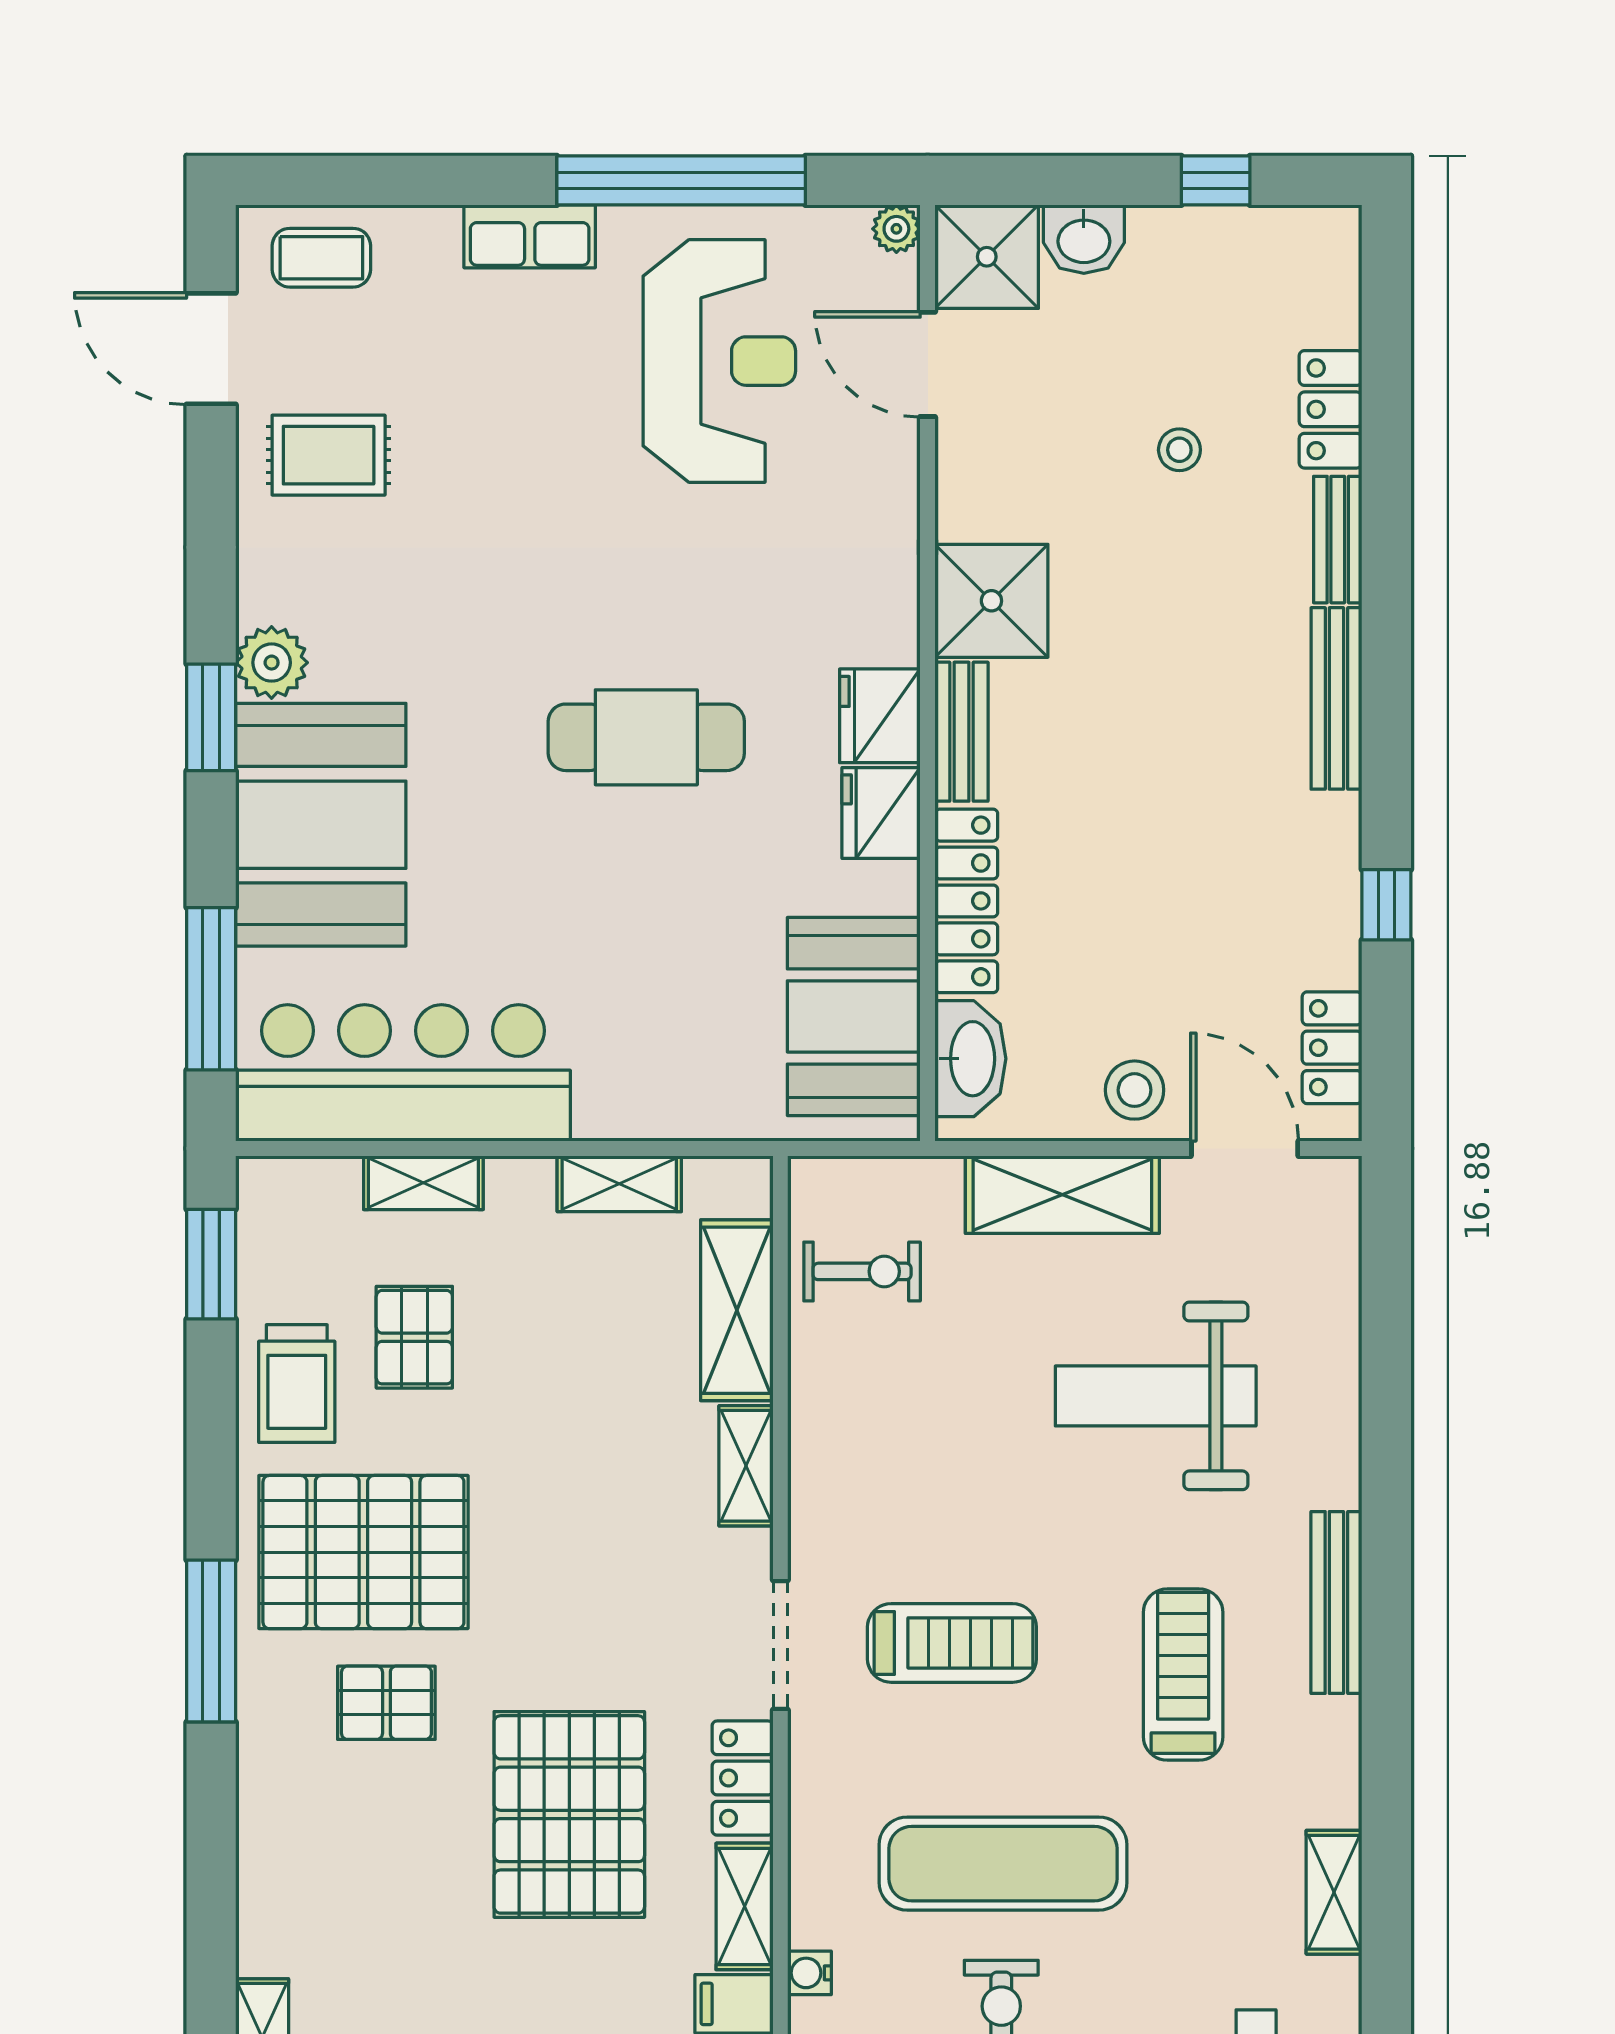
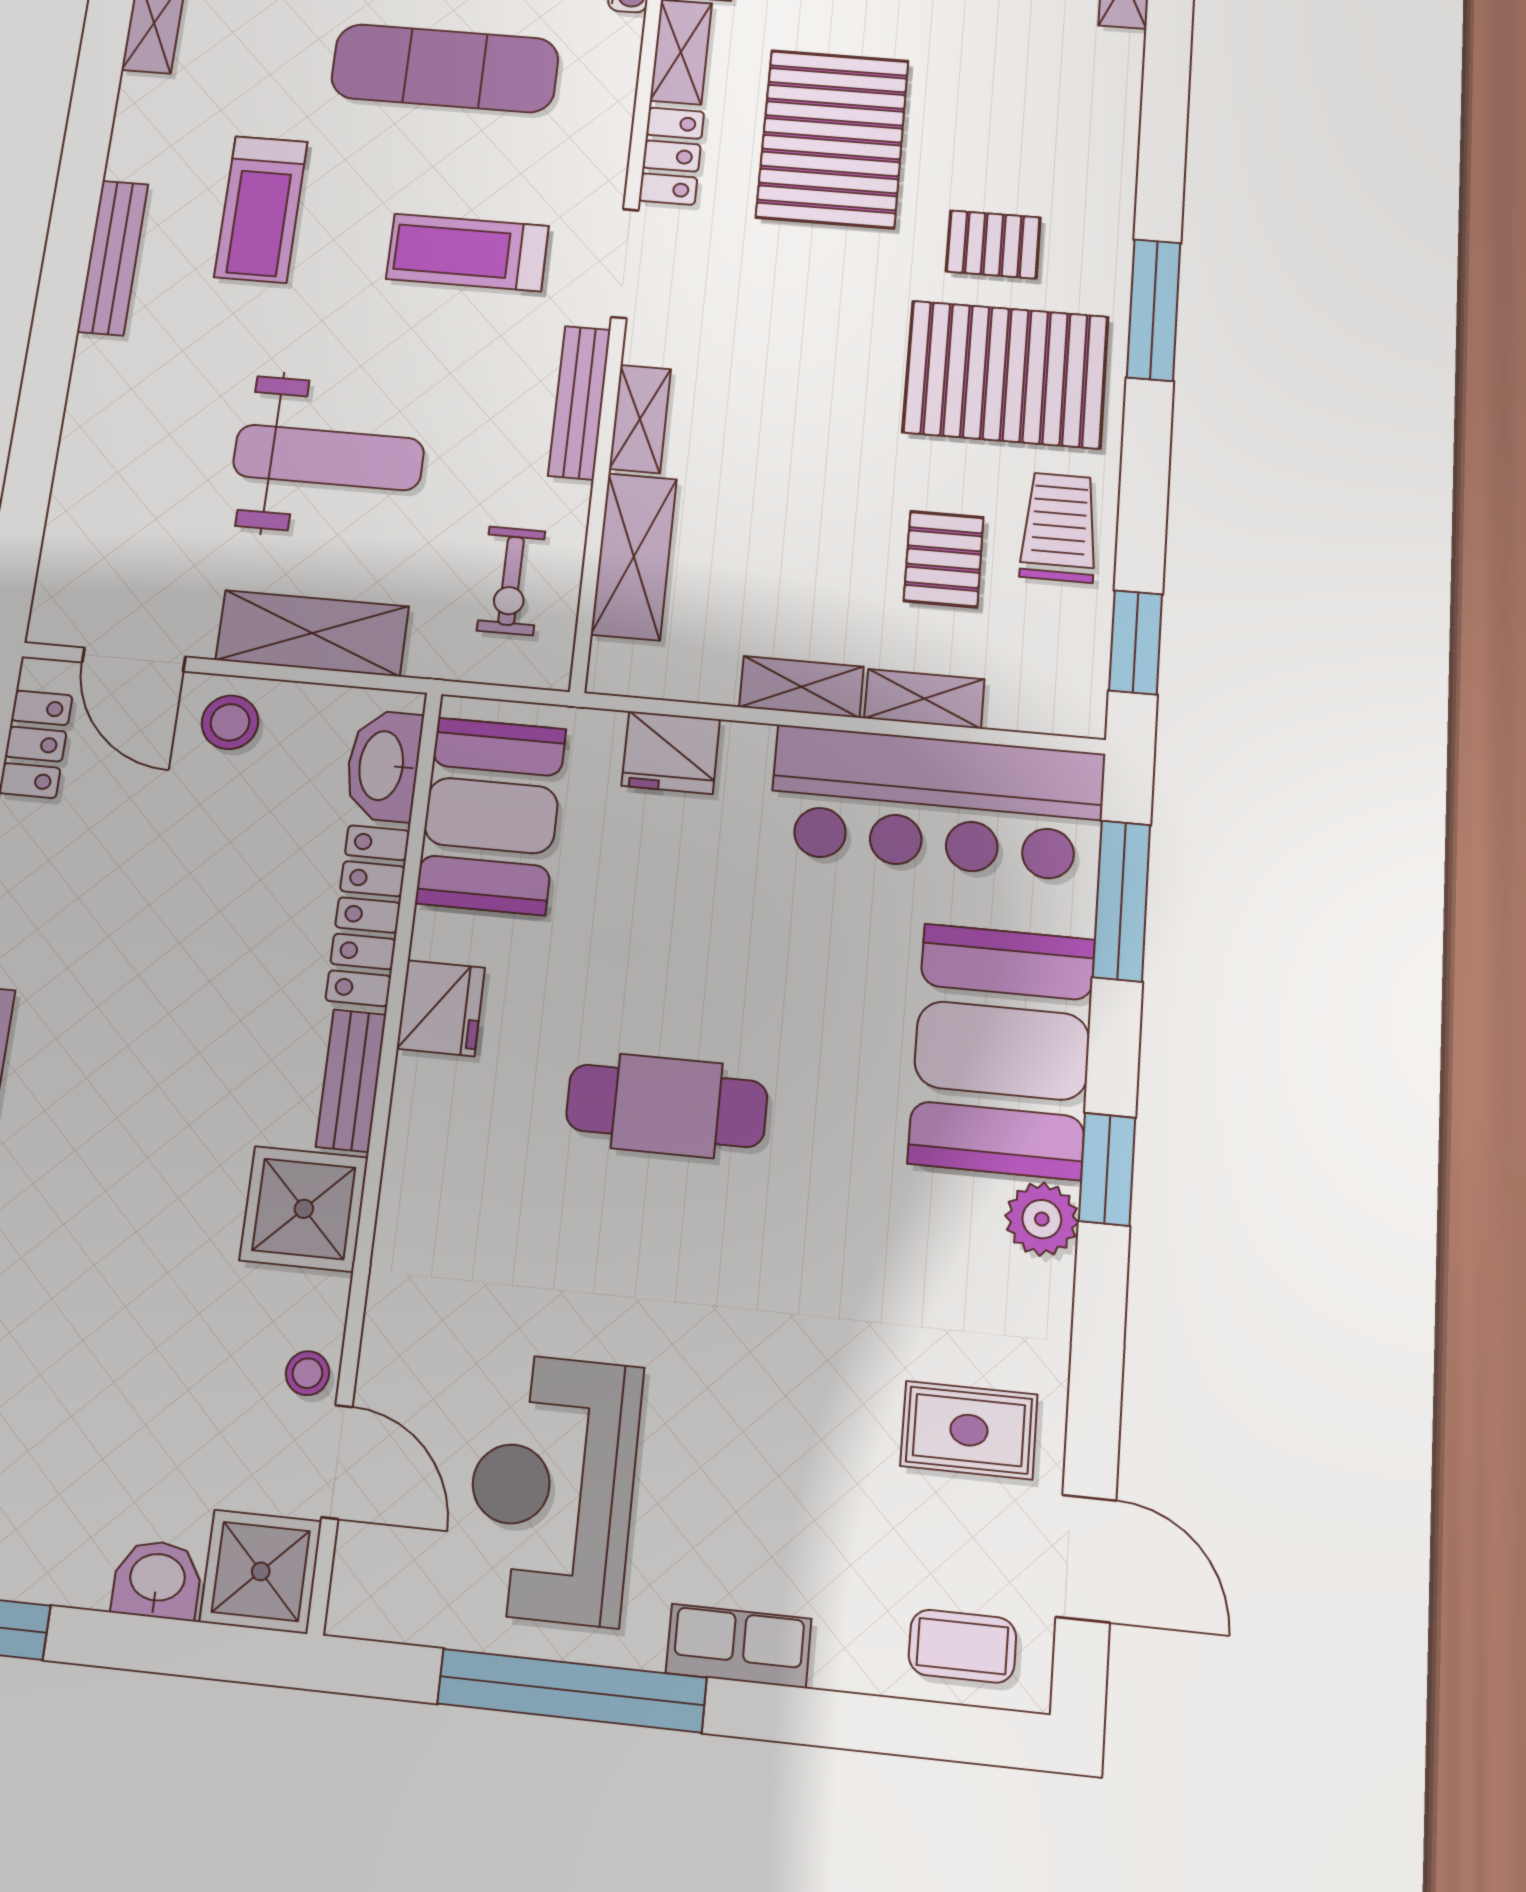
plant: (896, 229) -> (351, 1612), removed
stool: (1179, 450) -> (308, 1373), moved
fridge: (880, 716) -> (671, 752), moved, turned 90
shelving: (619, 1184) -> (801, 687), moved
exercise bike: (862, 1271) -> (511, 581), turned -90
weight bench: (1156, 1396) -> (328, 457), moved
bench: (812, 1479) -> (579, 402), added

